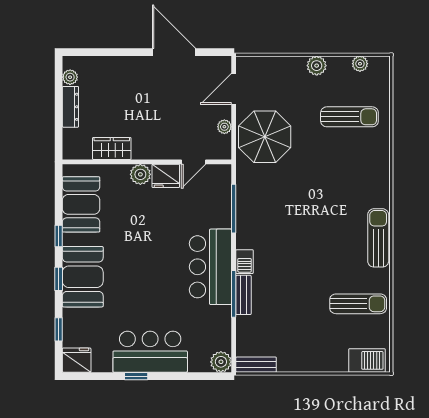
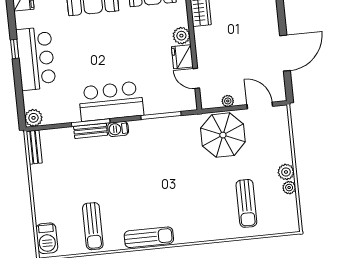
plant: (360, 64) -> (289, 188), moved

